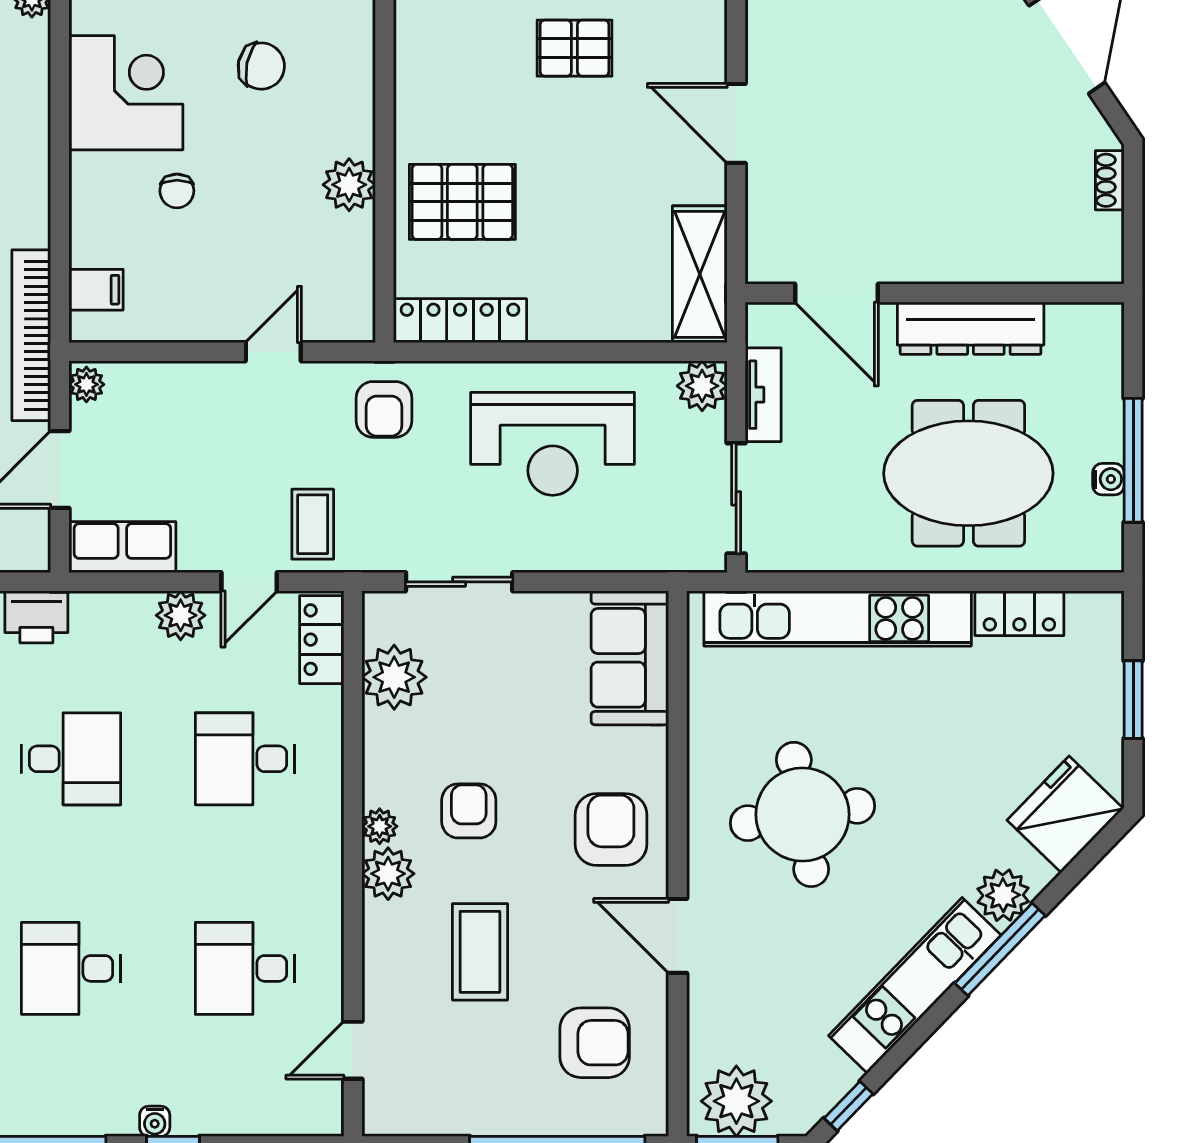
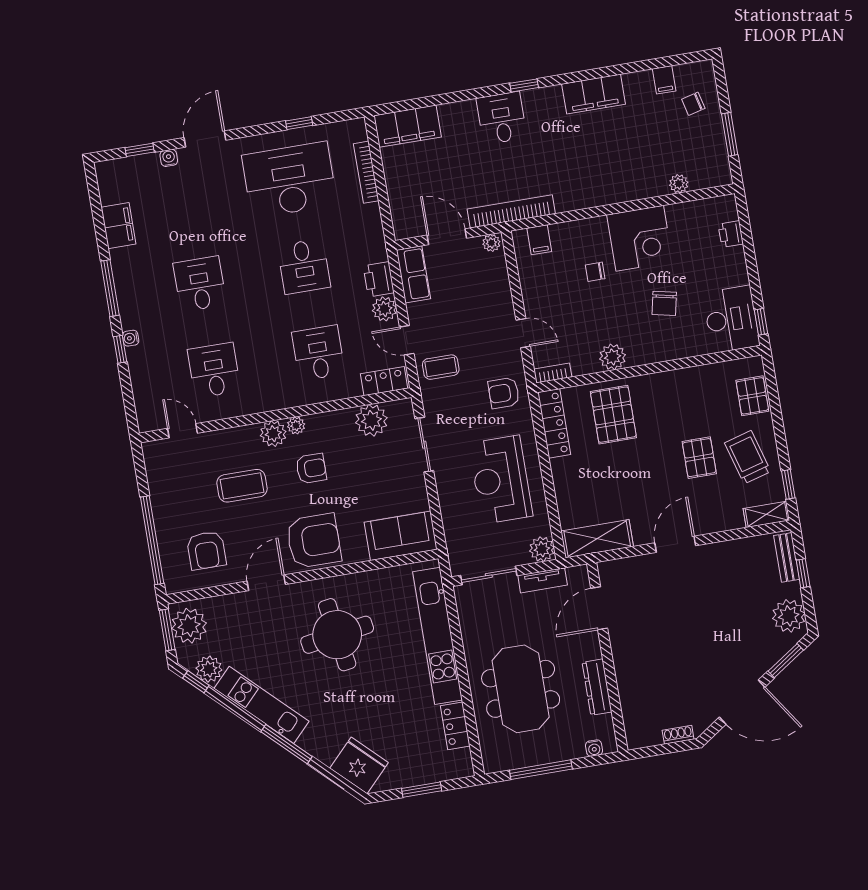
bookcase: (361, 307) -> (553, 373), added
dresser: (971, 328) -> (597, 687), width x0.73, depth x0.80
water cooler: (1108, 479) -> (594, 748), moved
printer: (36, 617) -> (379, 279), moved
armchair: (611, 830) -> (314, 541), width x1.36, depth x1.36
plant: (1003, 895) -> (209, 669), moved

